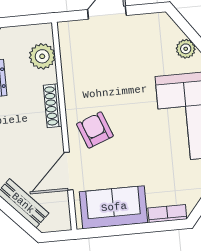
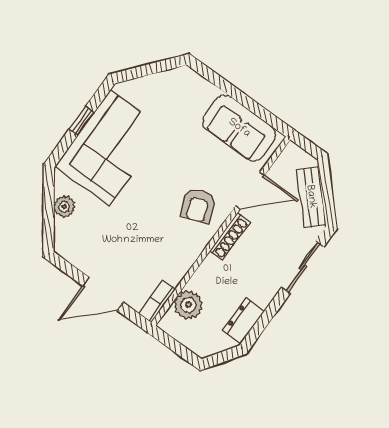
shoe rack: (53, 106) -> (230, 237), moved
bookcase: (167, 214) -> (157, 301), moved, turned 90

